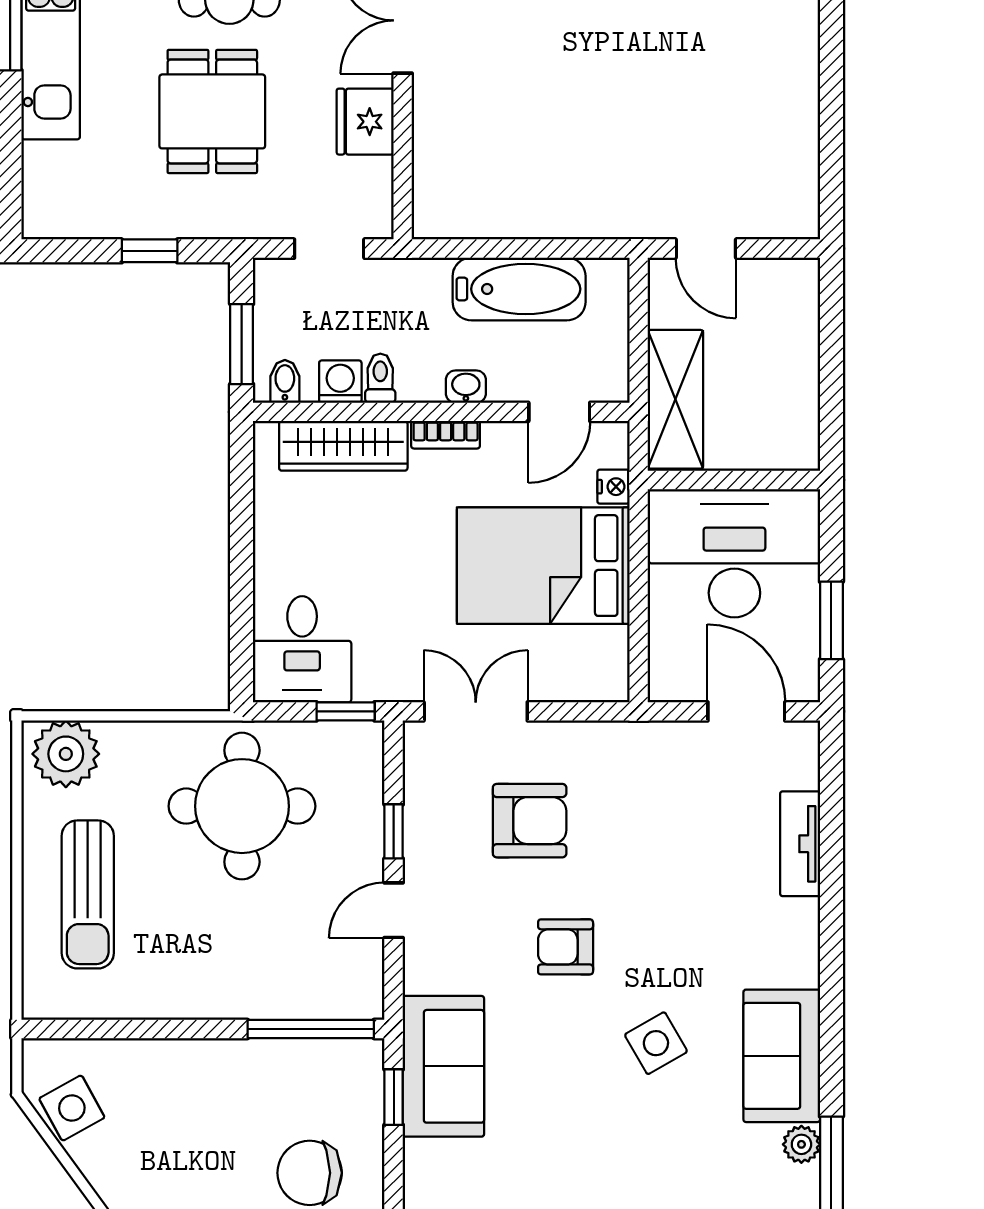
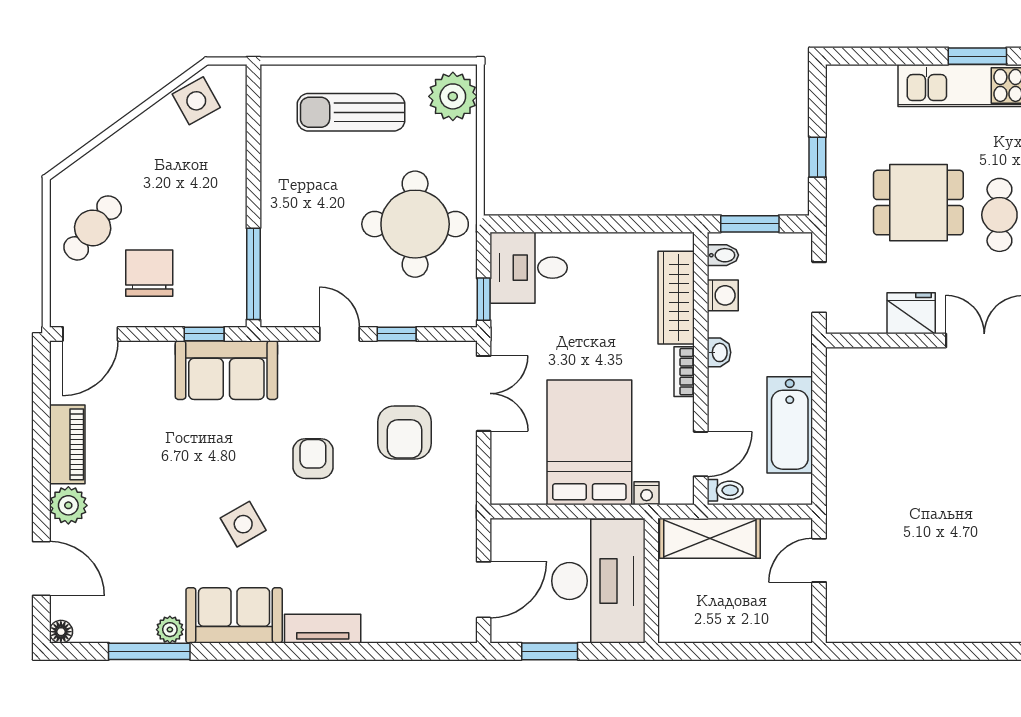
toilet: (380, 378) -> (725, 490), moved
washbasin: (466, 387) -> (719, 352), moved
door: (559, 412) -> (701, 454), swing flipped
tv unit: (800, 844) -> (323, 629), moved

